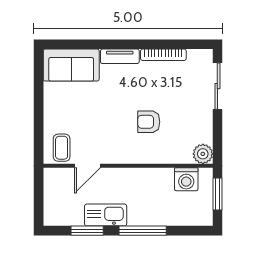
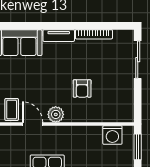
armchair: (149, 122) -> (82, 88), turned -90
plant: (203, 154) -> (56, 114), moved
door: (88, 166) -> (33, 124), swing flipped

